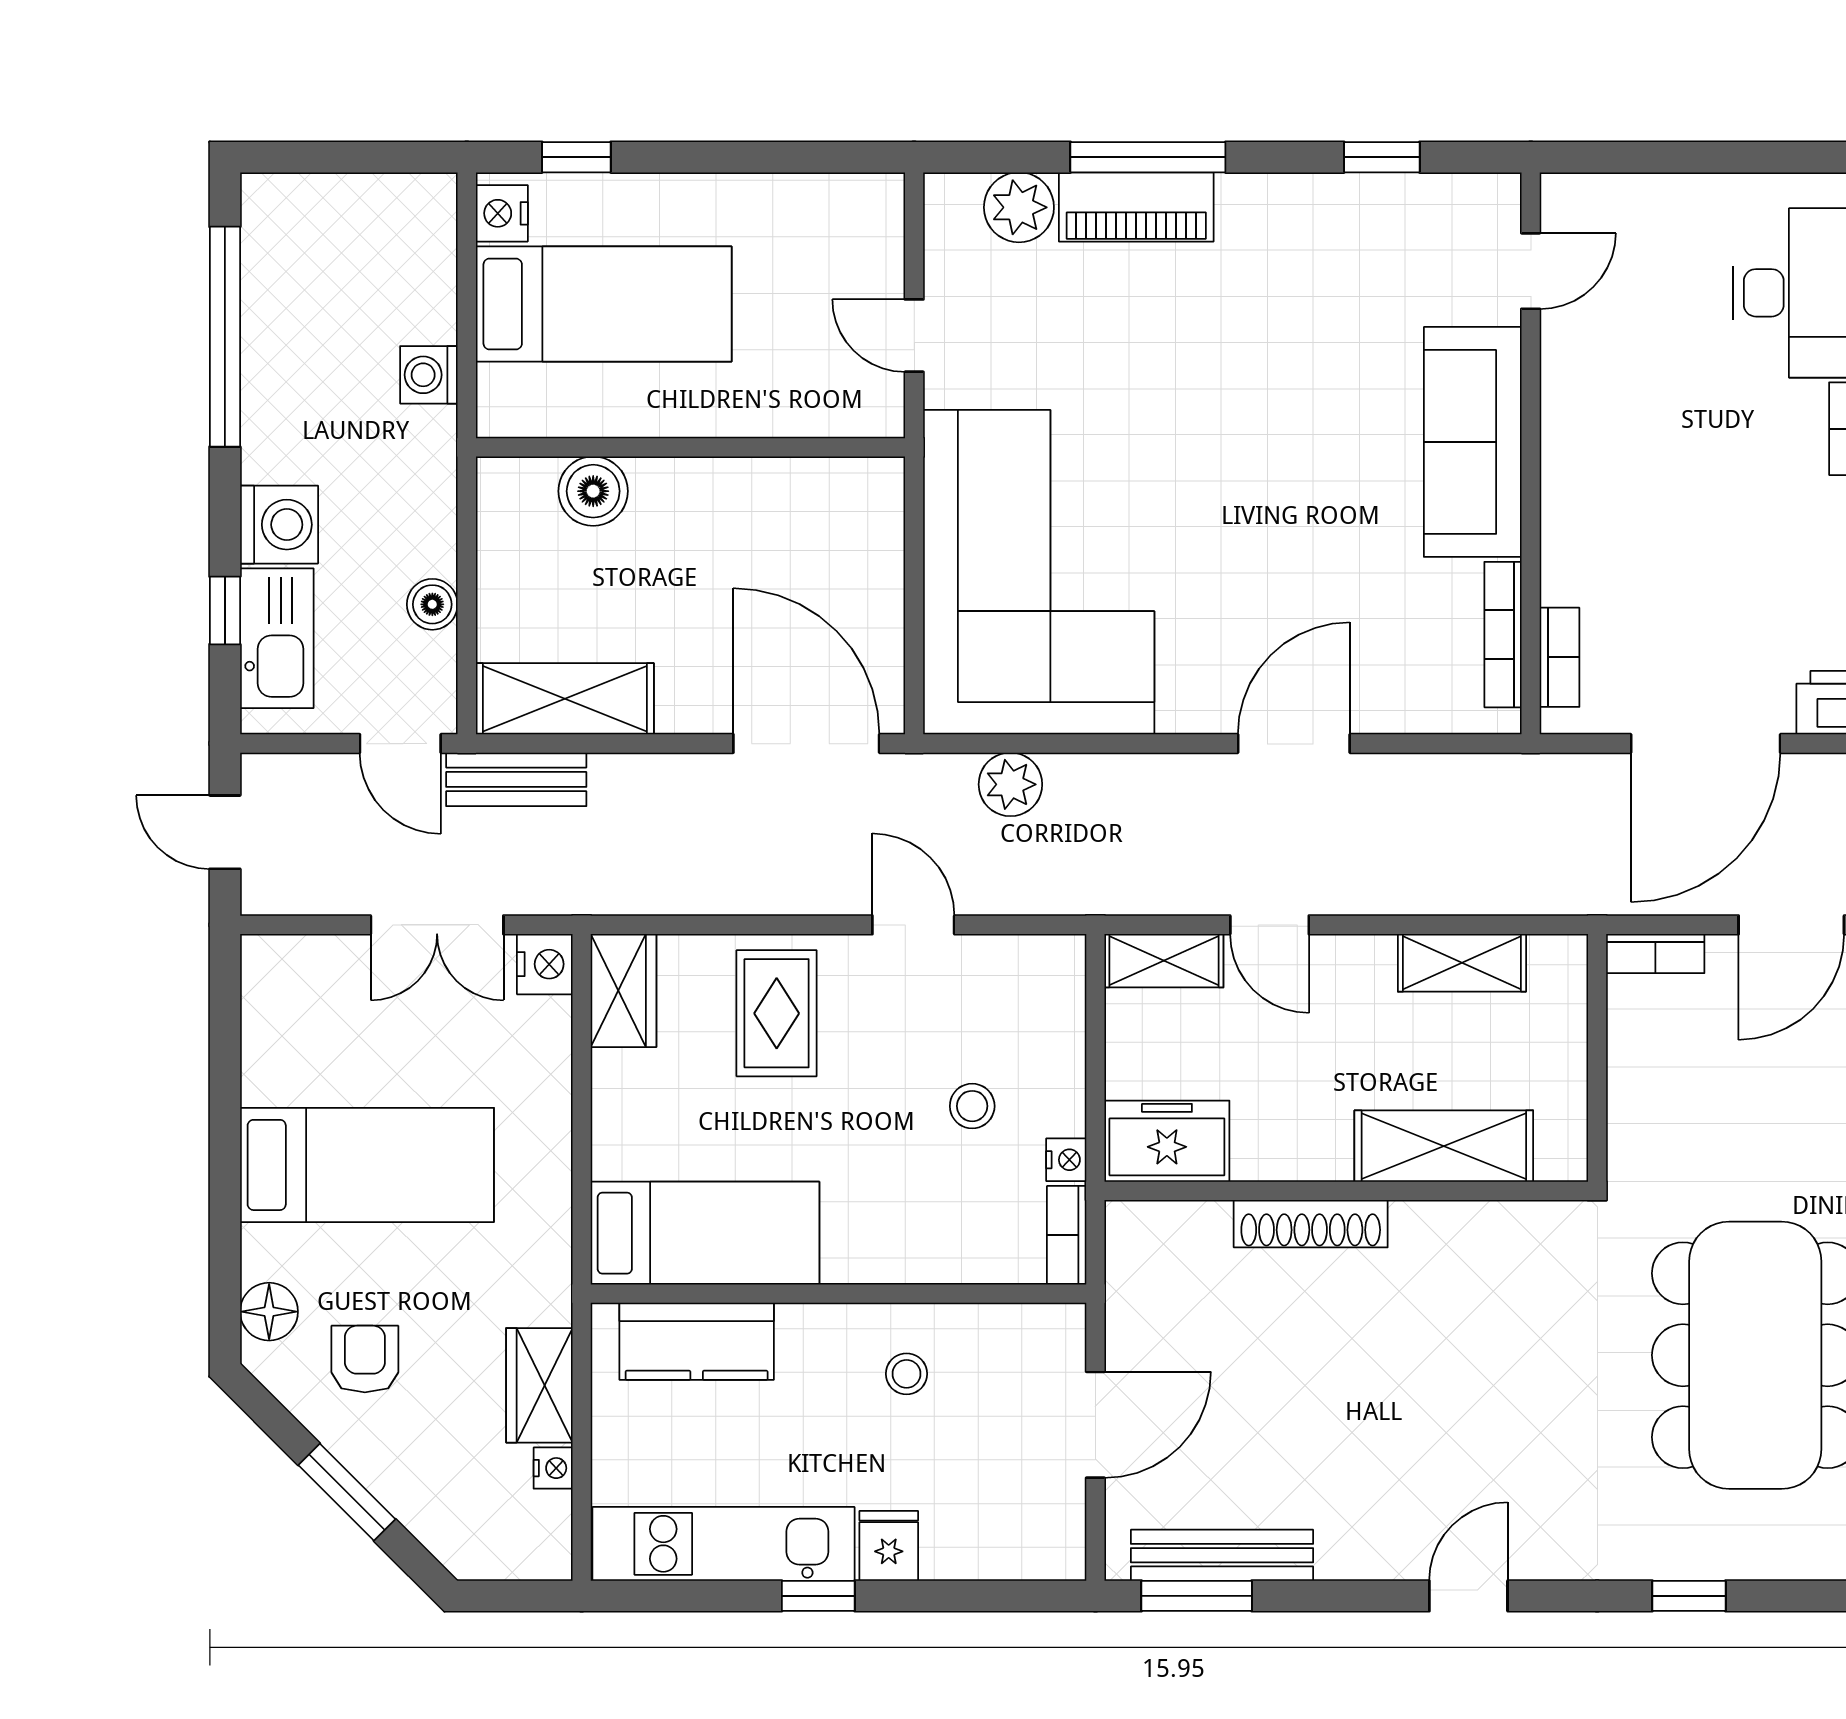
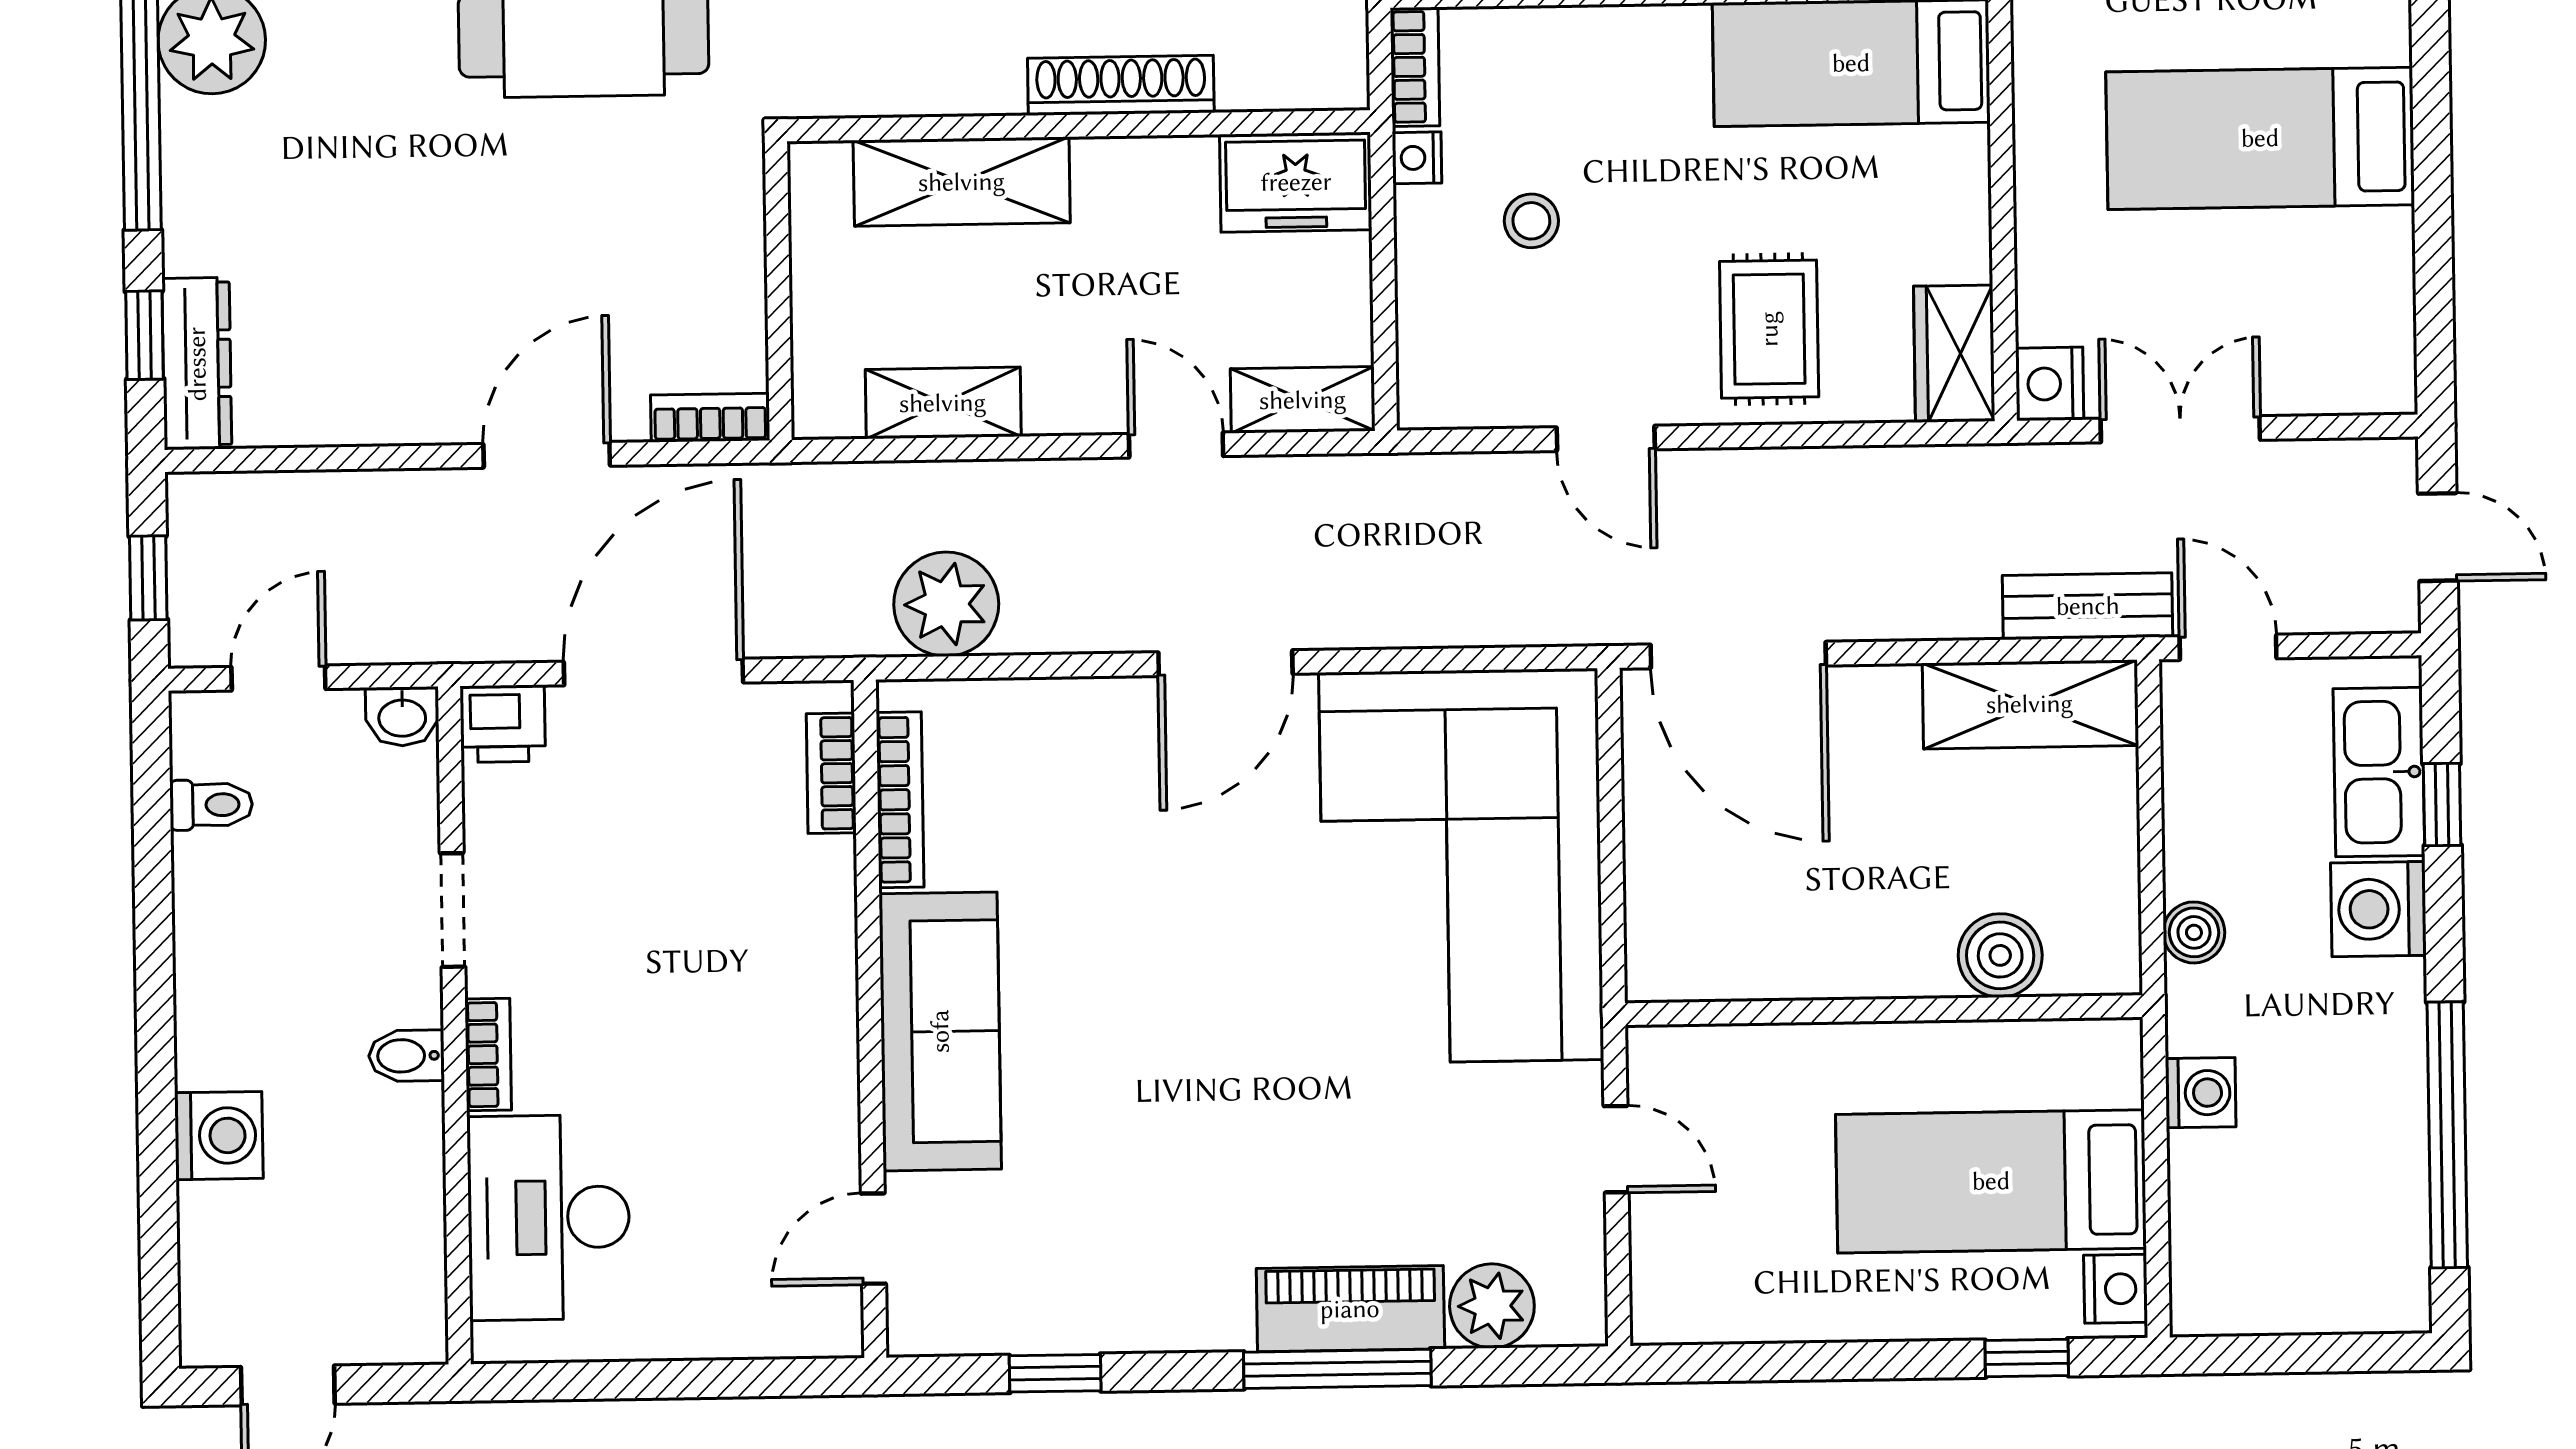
boiler: (432, 604) -> (2194, 932), moved
door: (1294, 744) -> (1225, 663), moved
plant: (1010, 784) -> (946, 604), moved, width x1.36, depth x1.36

